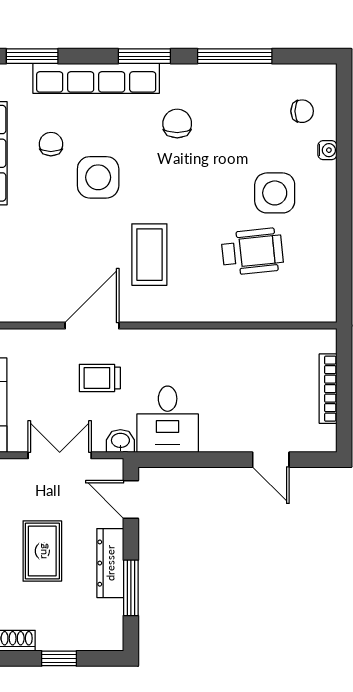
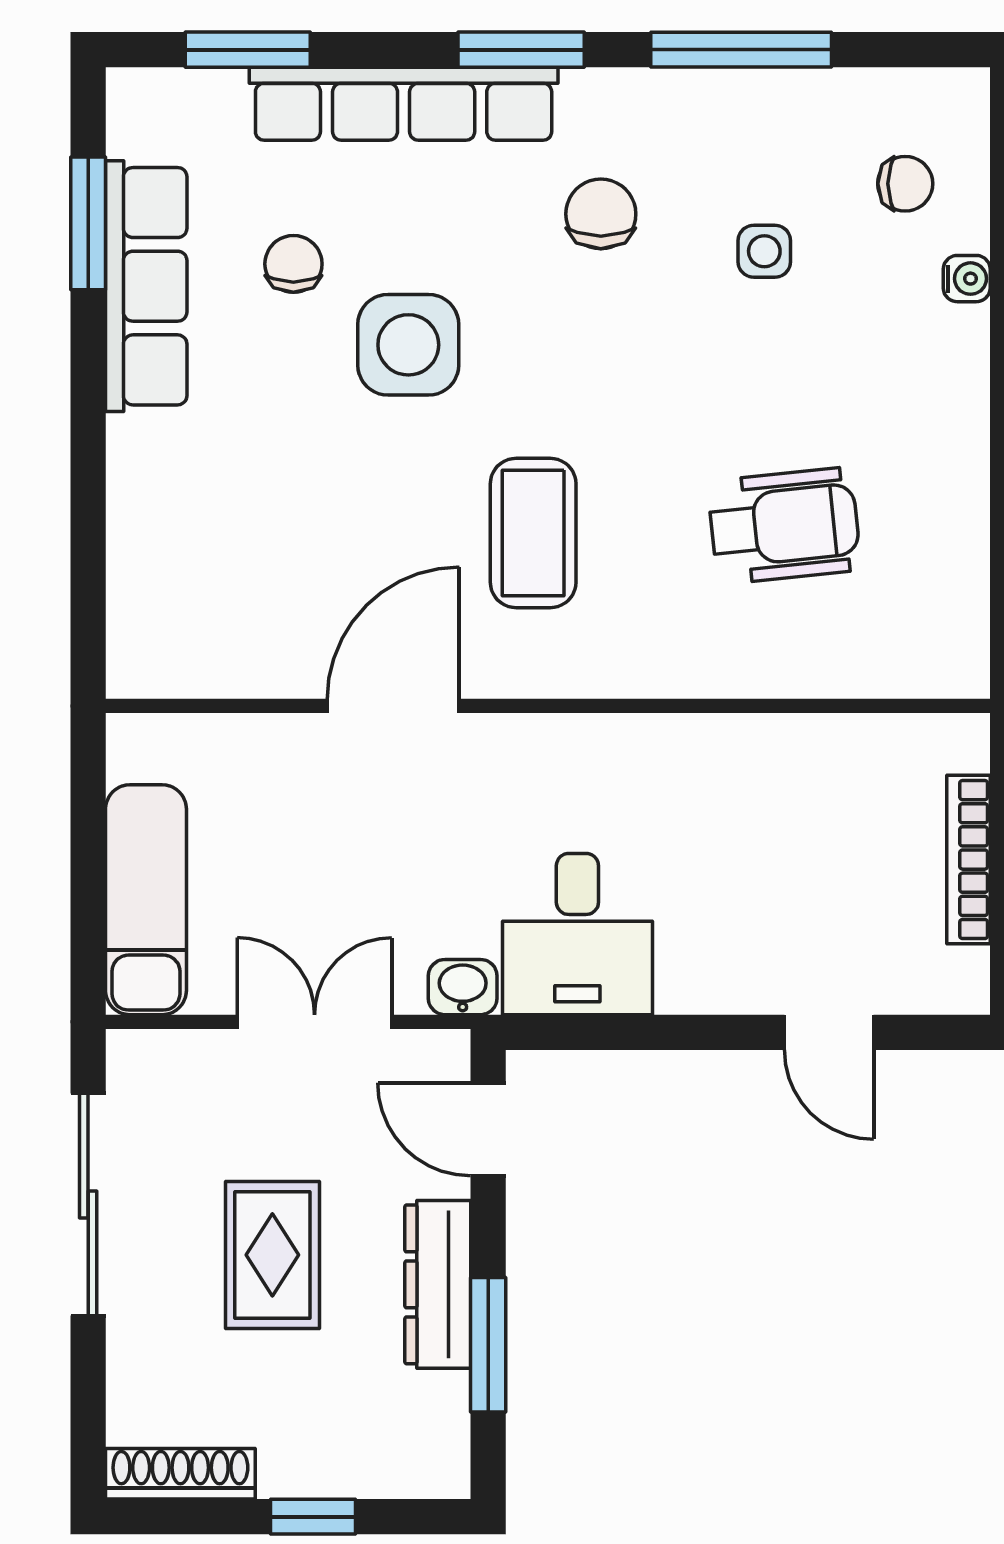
side table: (275, 193) -> (764, 251), moved, width x0.54, depth x0.54
trolley: (100, 378) -> (412, 833), removed

